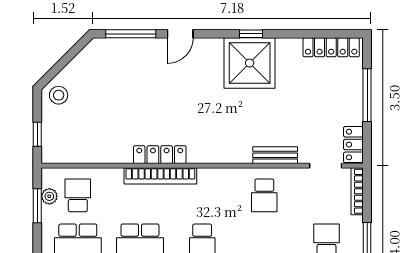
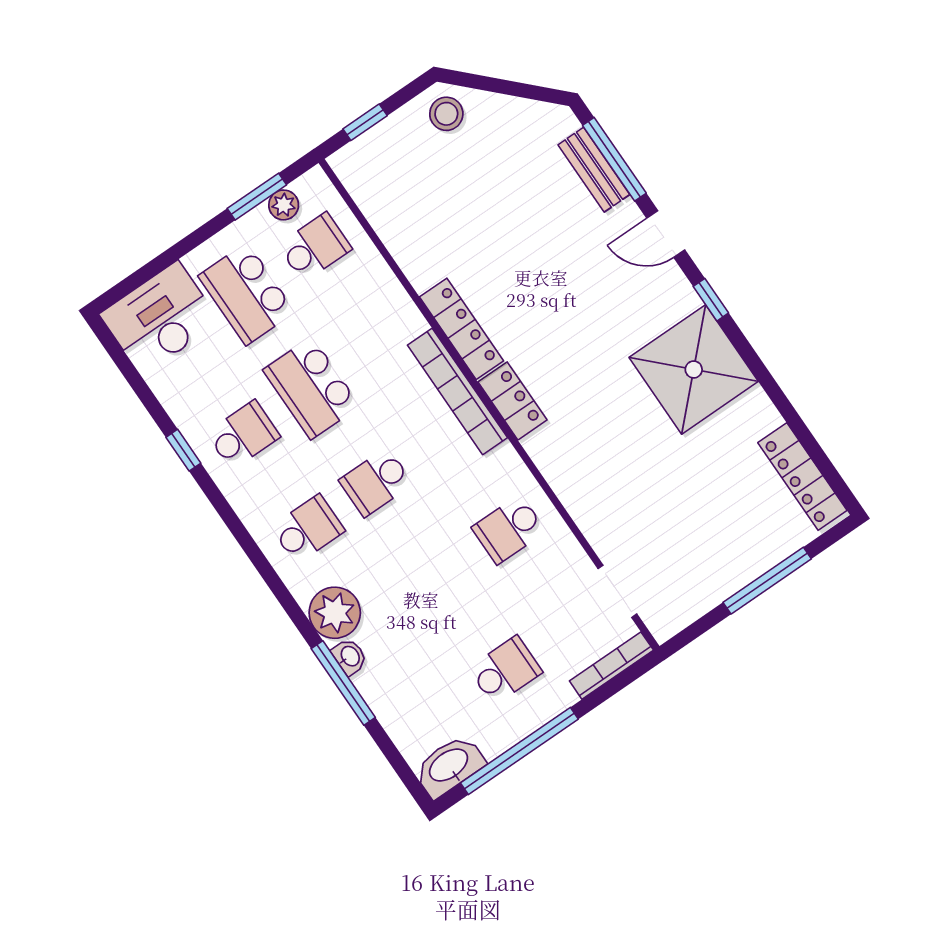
window: (251, 34) -> (711, 300), moved
locker: (353, 145) -> (512, 401), moved, turned 90
bench: (275, 155) -> (594, 170), moved
bookcase: (160, 176) -> (457, 391), moved

